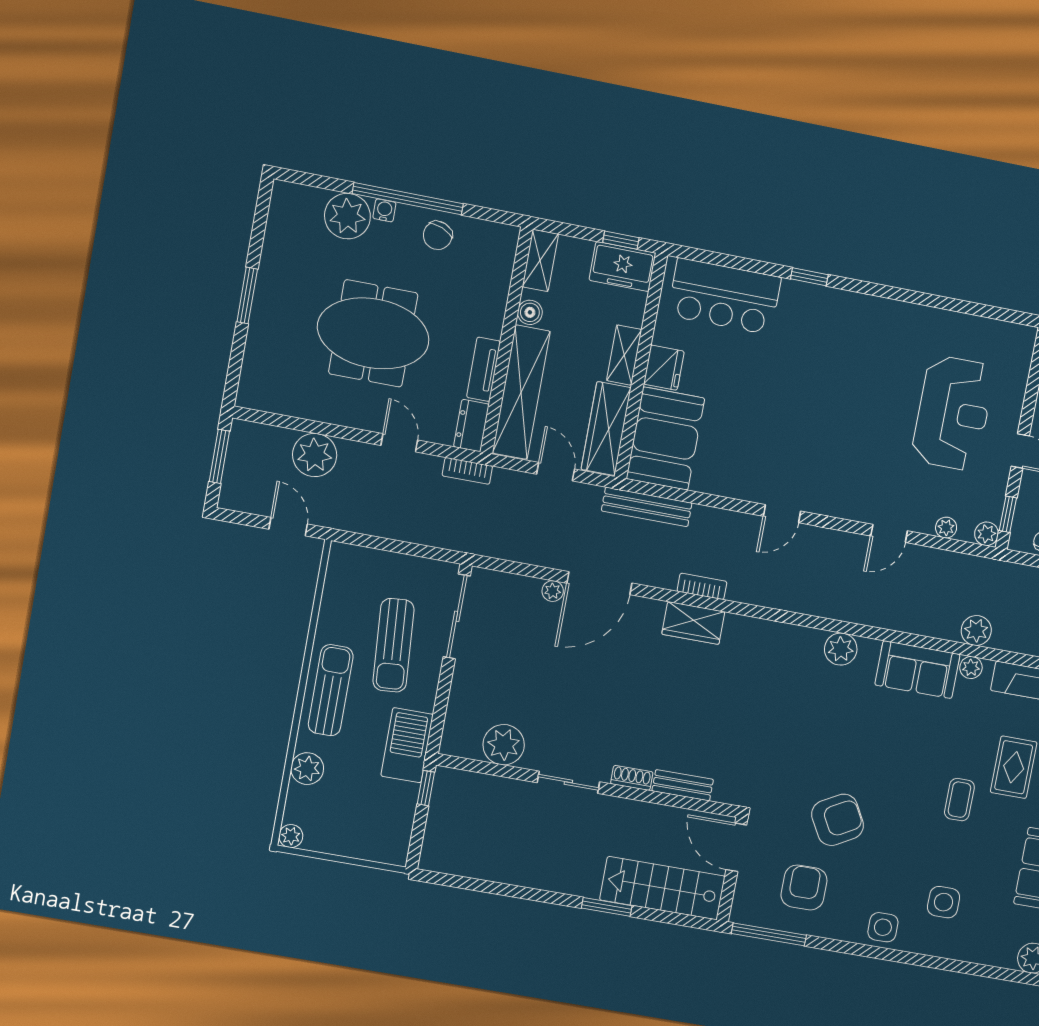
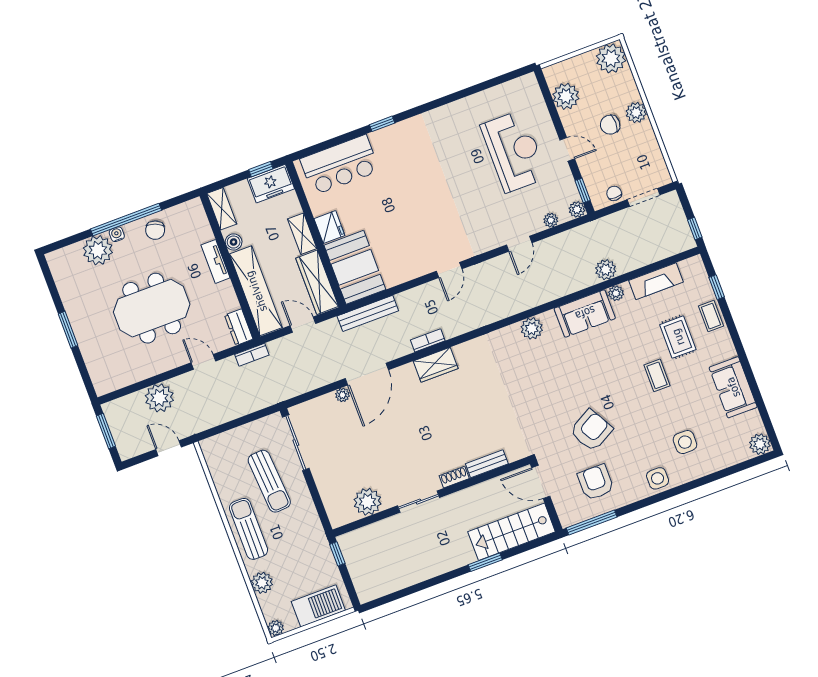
tv unit: (484, 369) -> (216, 261), moved
barbecue: (407, 745) -> (318, 606), moved, turned 90

